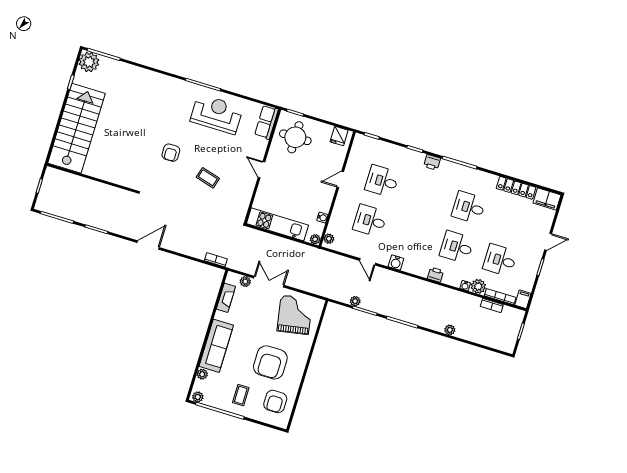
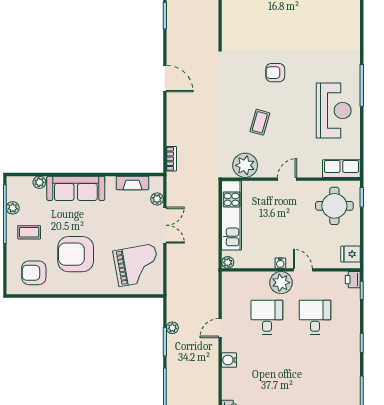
printer: (432, 162) -> (353, 280), moved
plant: (240, 201) -> (245, 165), added
water cooler: (322, 218) -> (280, 263), moved
plant: (329, 239) -> (281, 283), moved, width x1.88, depth x1.88
plant: (198, 397) -> (13, 208), moved

